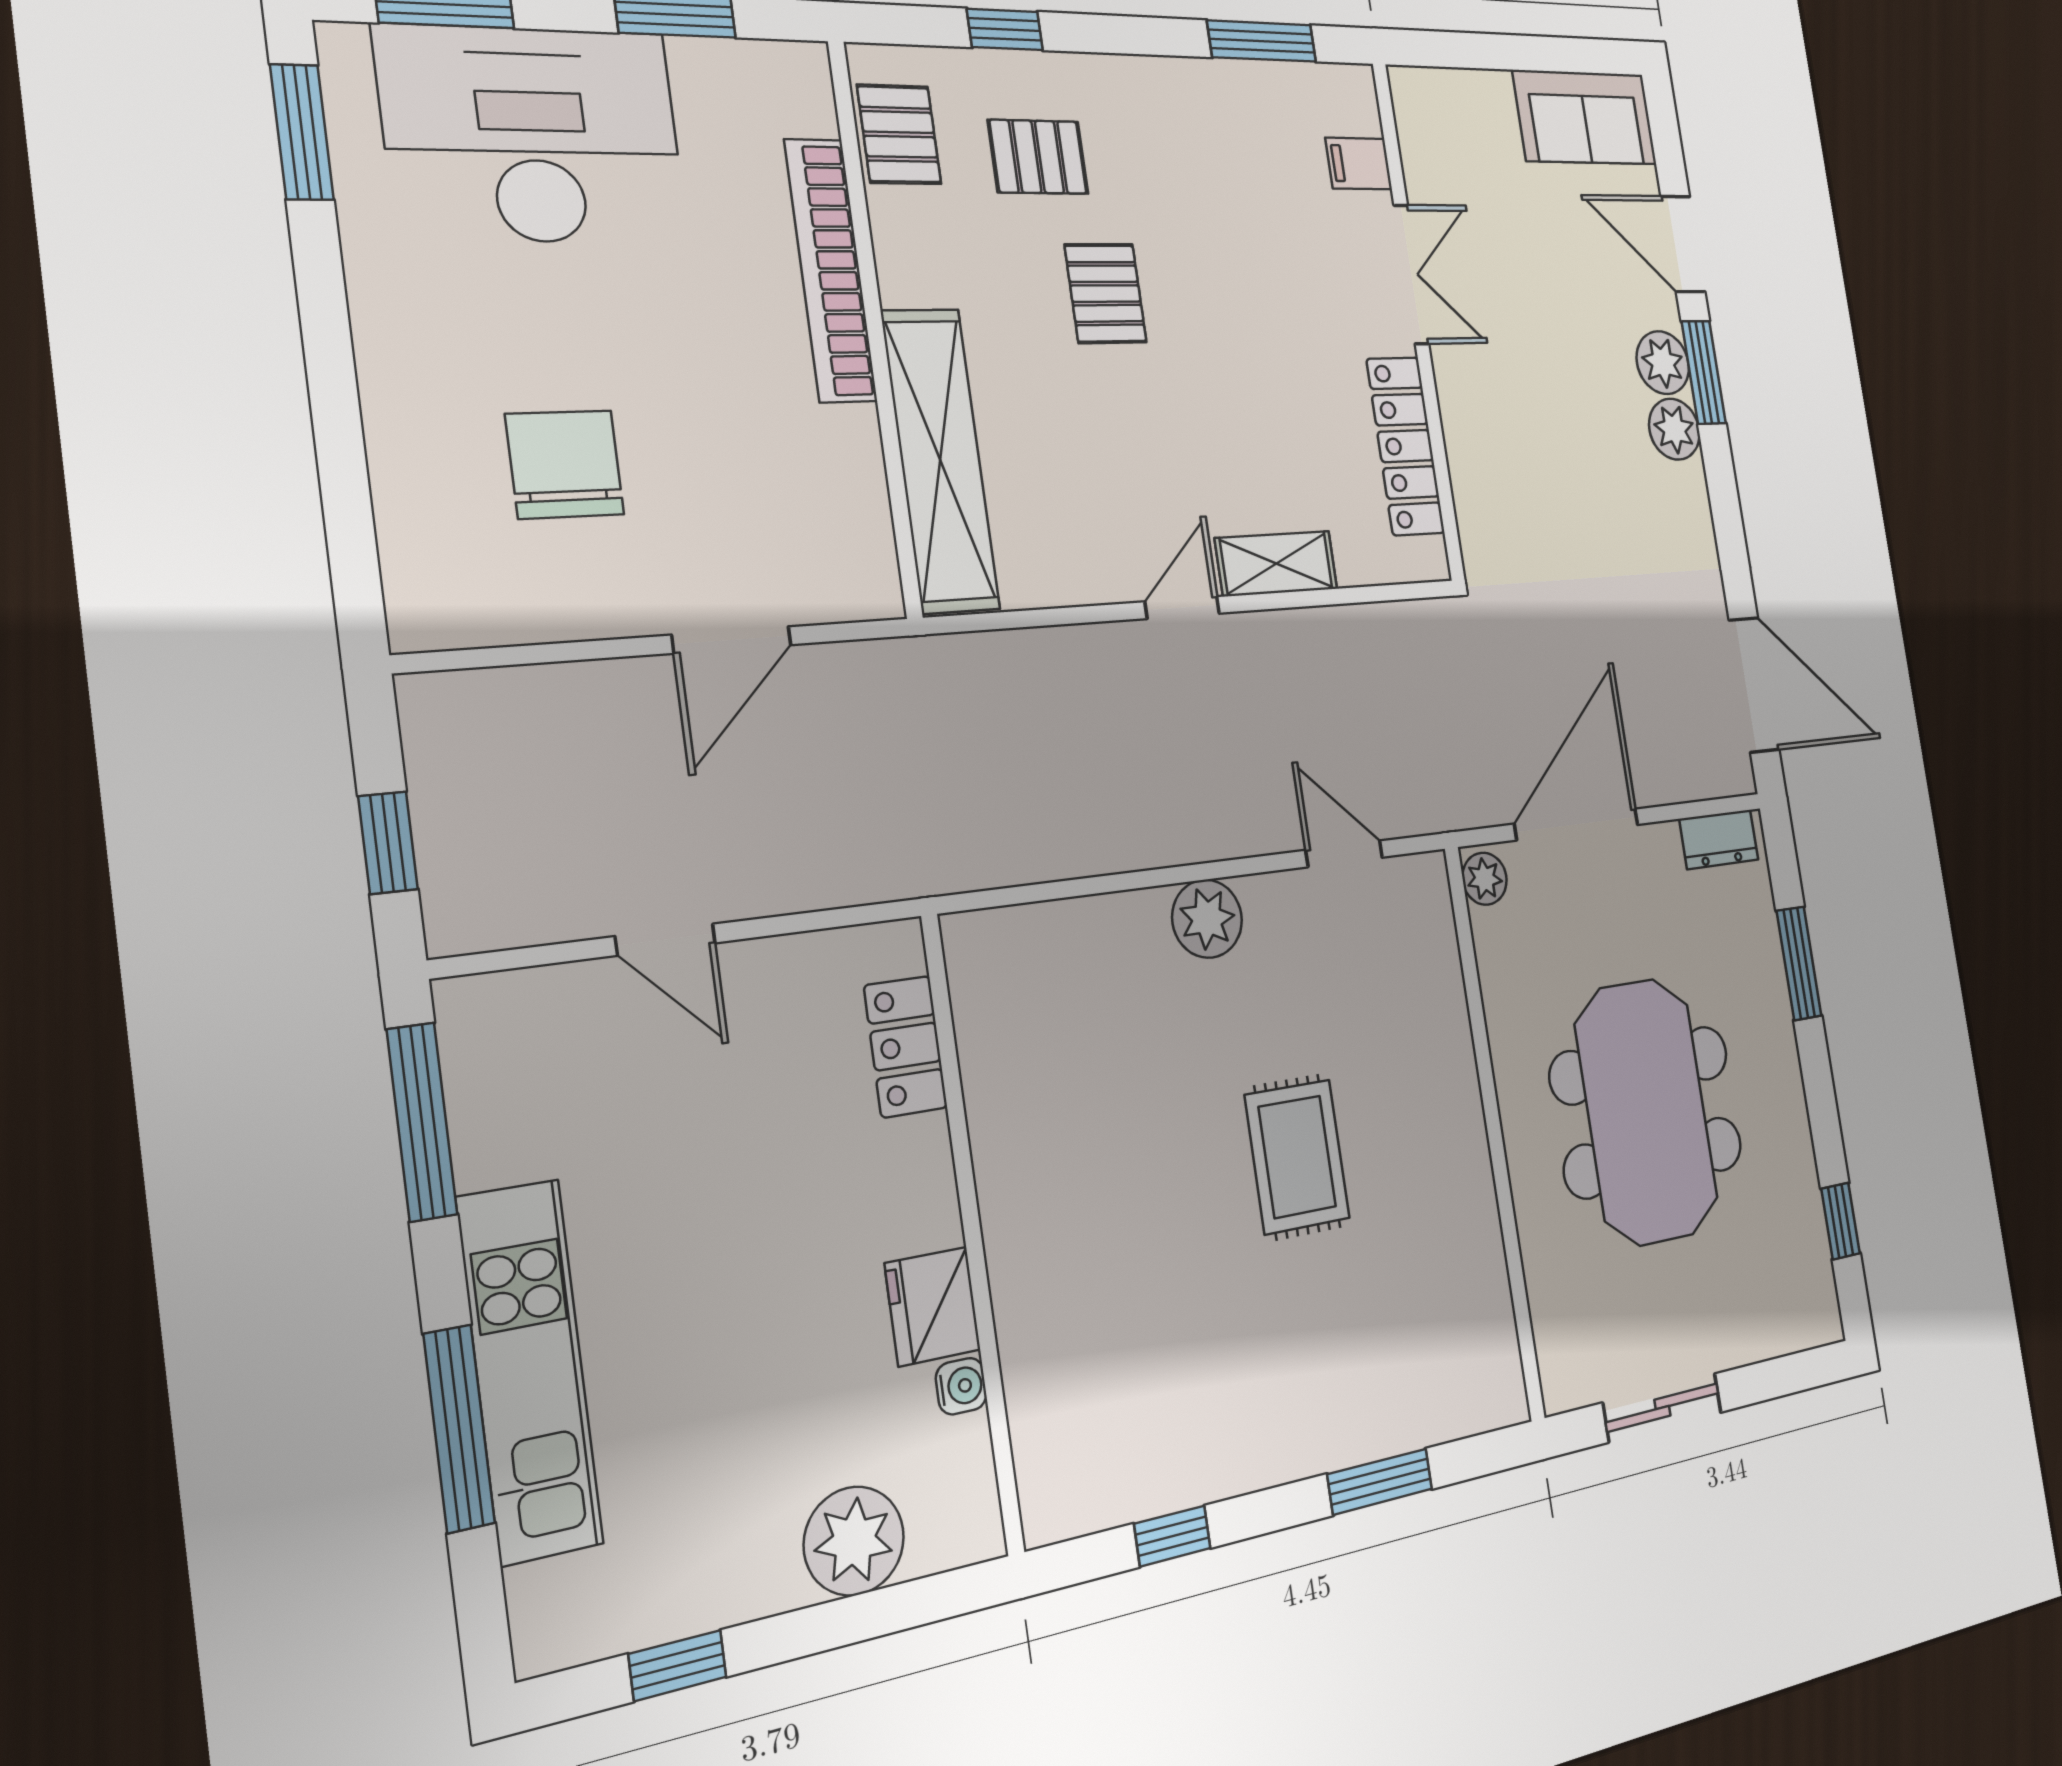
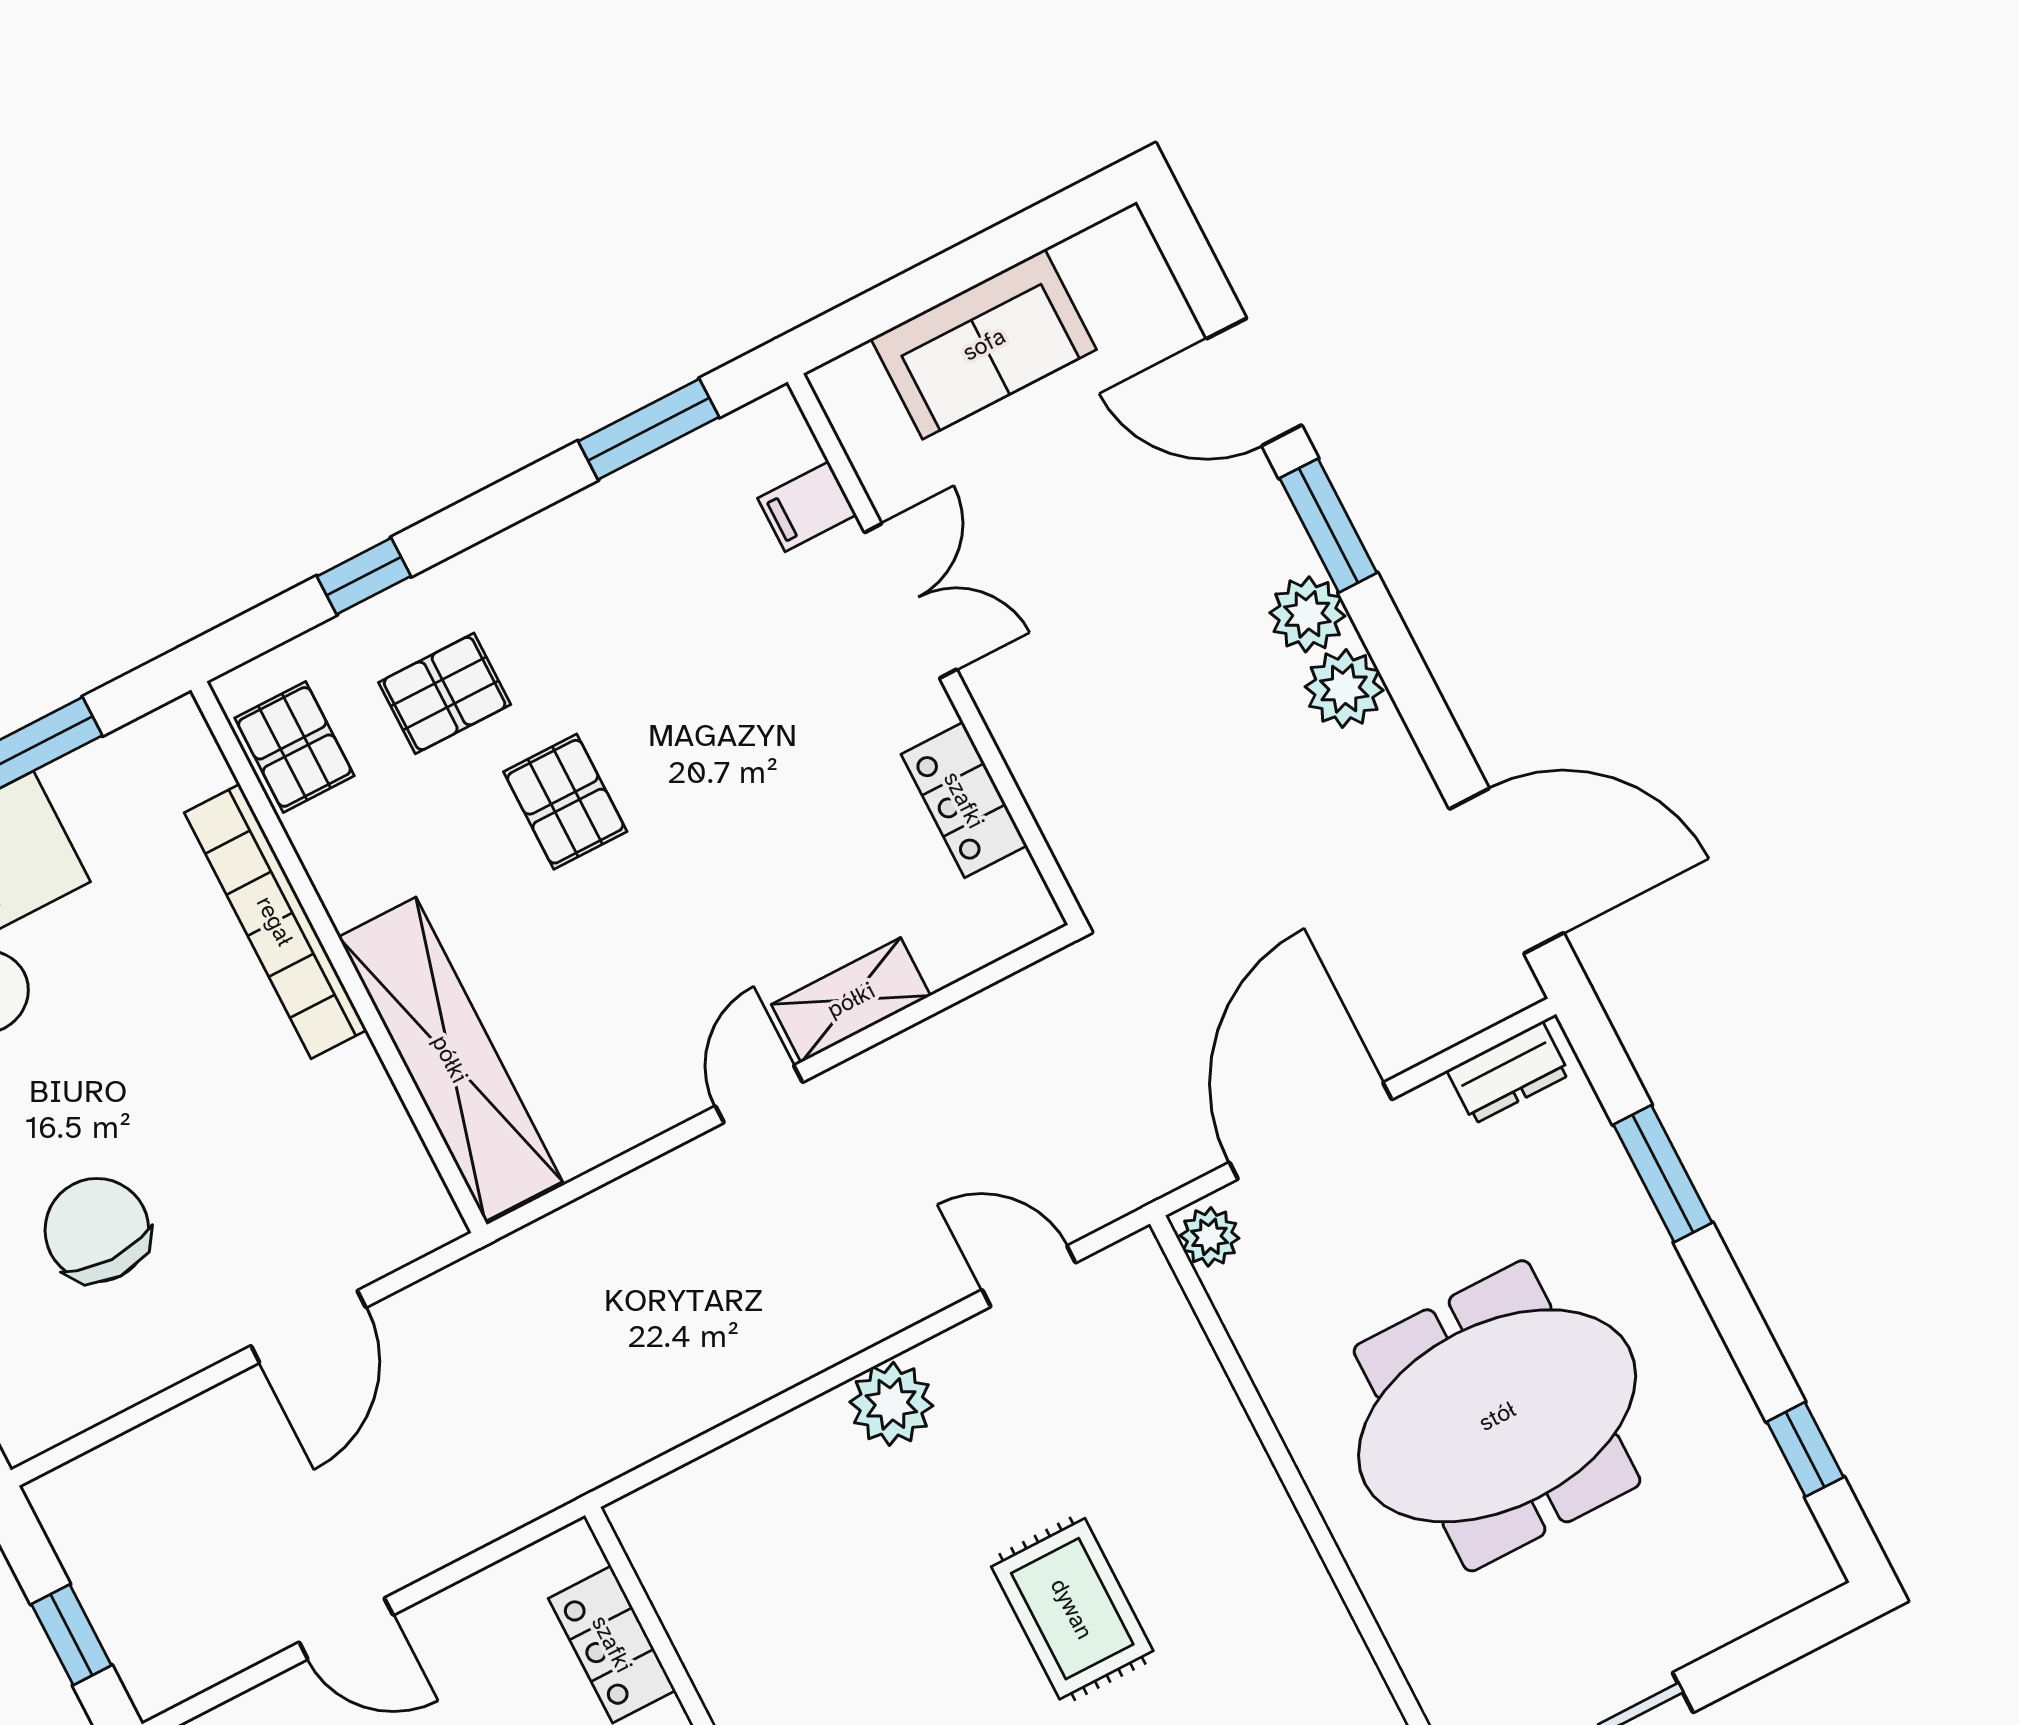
sofa: (1585, 117) -> (984, 344), moved
plant: (1663, 363) -> (1344, 688), moved
locker: (1405, 446) -> (964, 800), width x0.66
meeting table: (1646, 1112) -> (1497, 1416), turned 90

